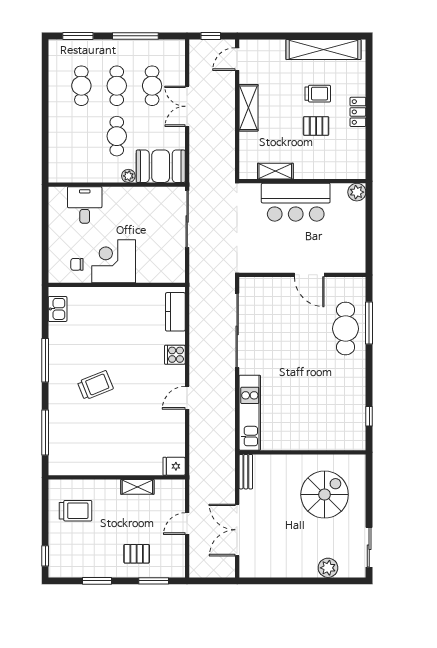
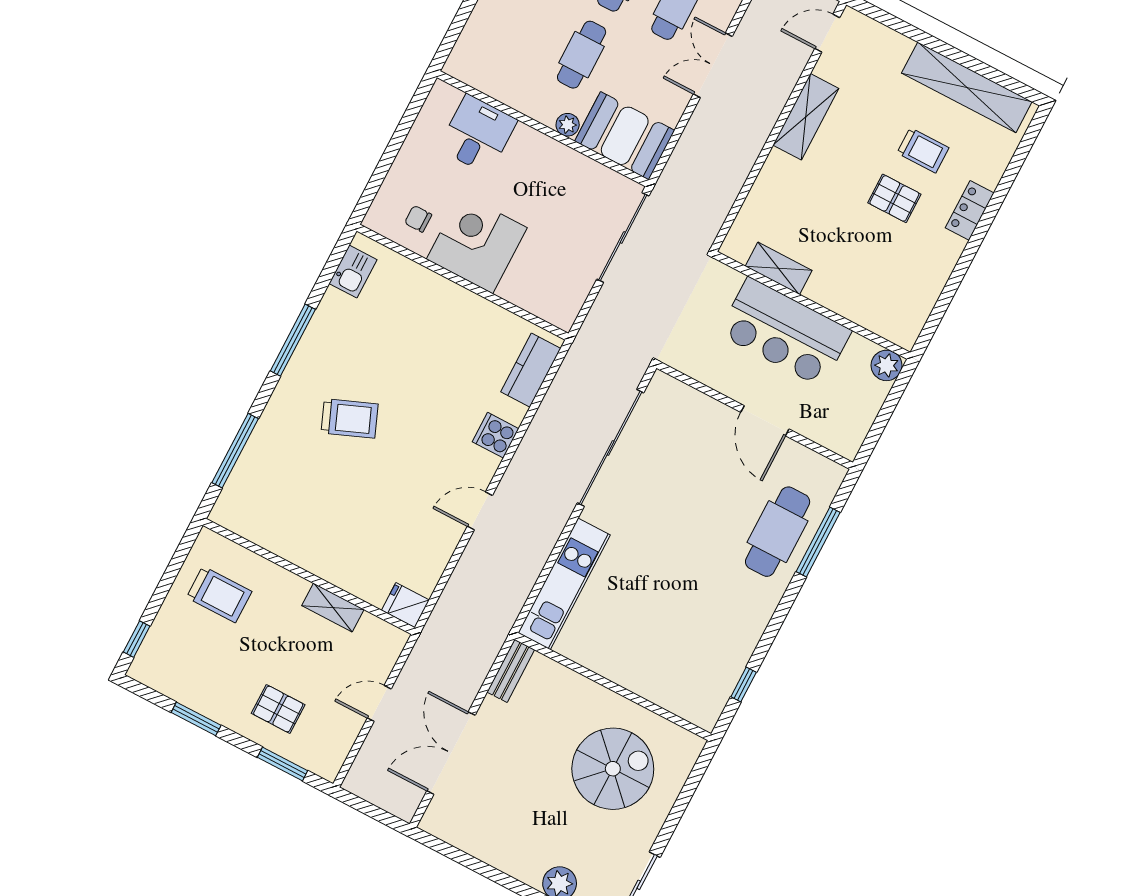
shelving: (275, 171) -> (779, 268), moved
wall: (302, 181) -> (812, 305), moved
plant: (357, 192) -> (887, 365), moved
bar counter: (296, 202) -> (785, 332), moved

